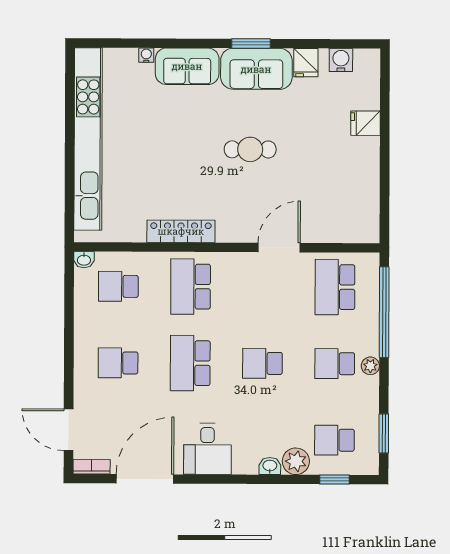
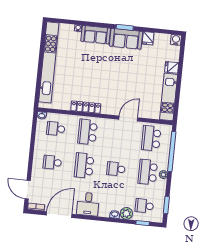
water cooler: (341, 60) -> (176, 40), moved
cafe table: (250, 149) -> (120, 74), removed
kitchen unit: (365, 190) -> (169, 97), added
school desk: (335, 364) -> (148, 172), width x1.85

